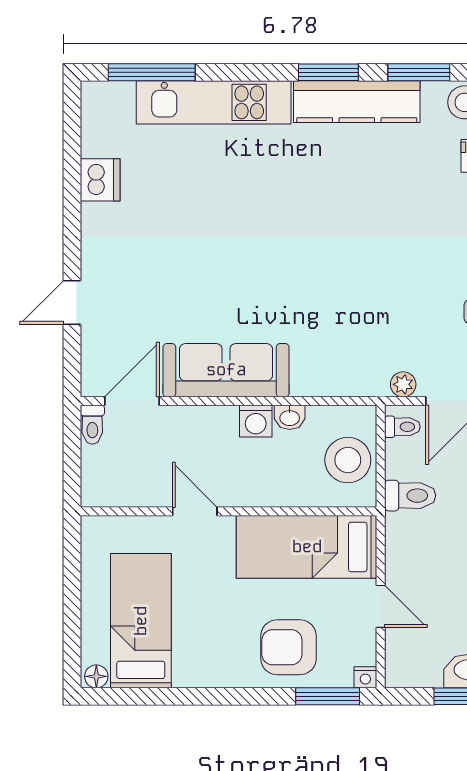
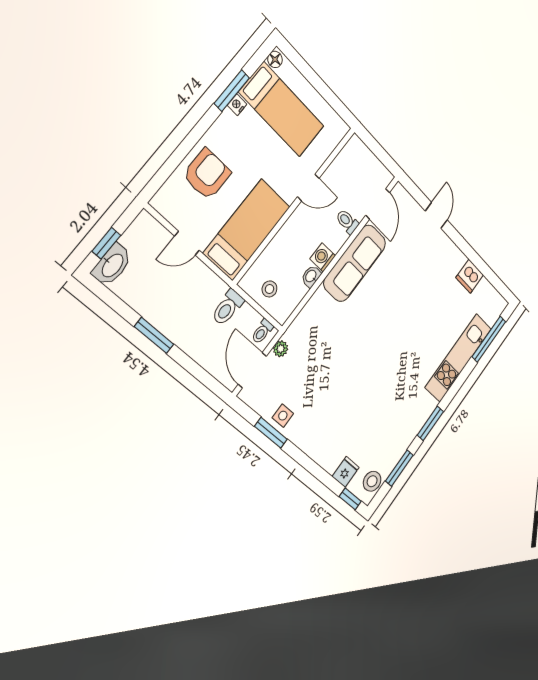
kitchen counter: (357, 102) -> (410, 427), removed
toilet: (92, 425) -> (347, 222), moved
stool: (348, 460) -> (269, 289), width x0.53, depth x0.53
nightstand: (365, 677) -> (237, 105), moved
window: (328, 696) -> (232, 91), moved

